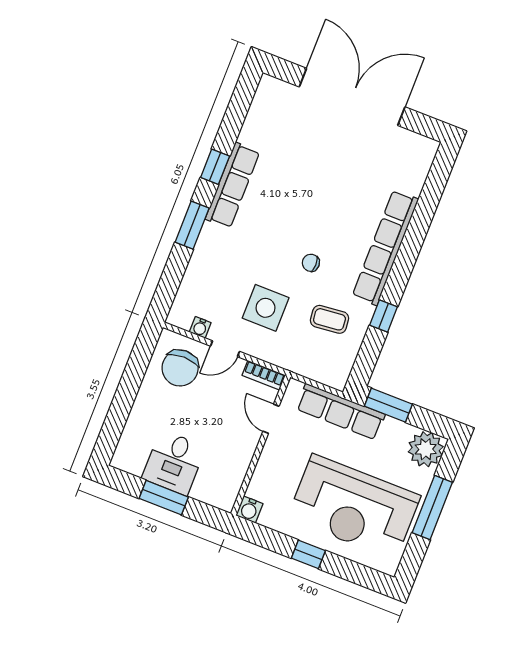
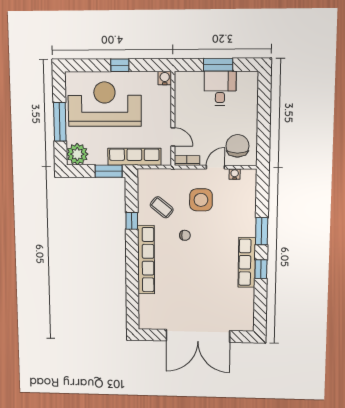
coffee table: (329, 319) -> (162, 207), turned 45

